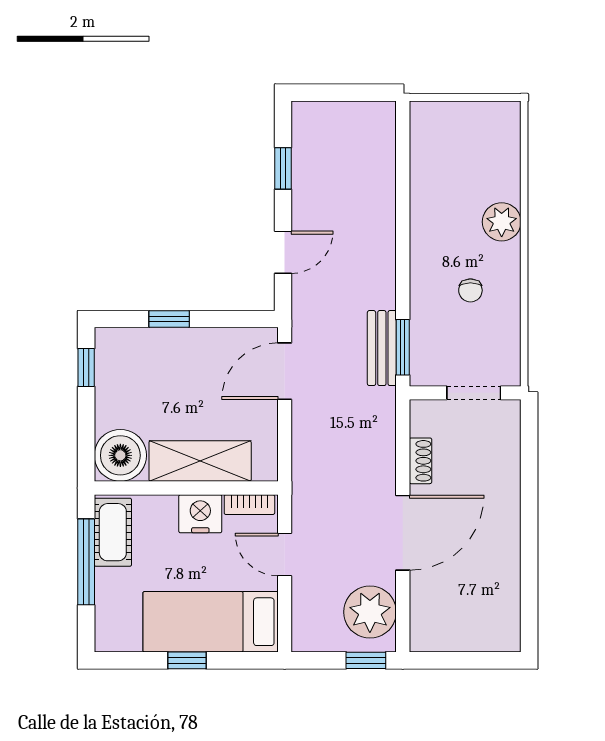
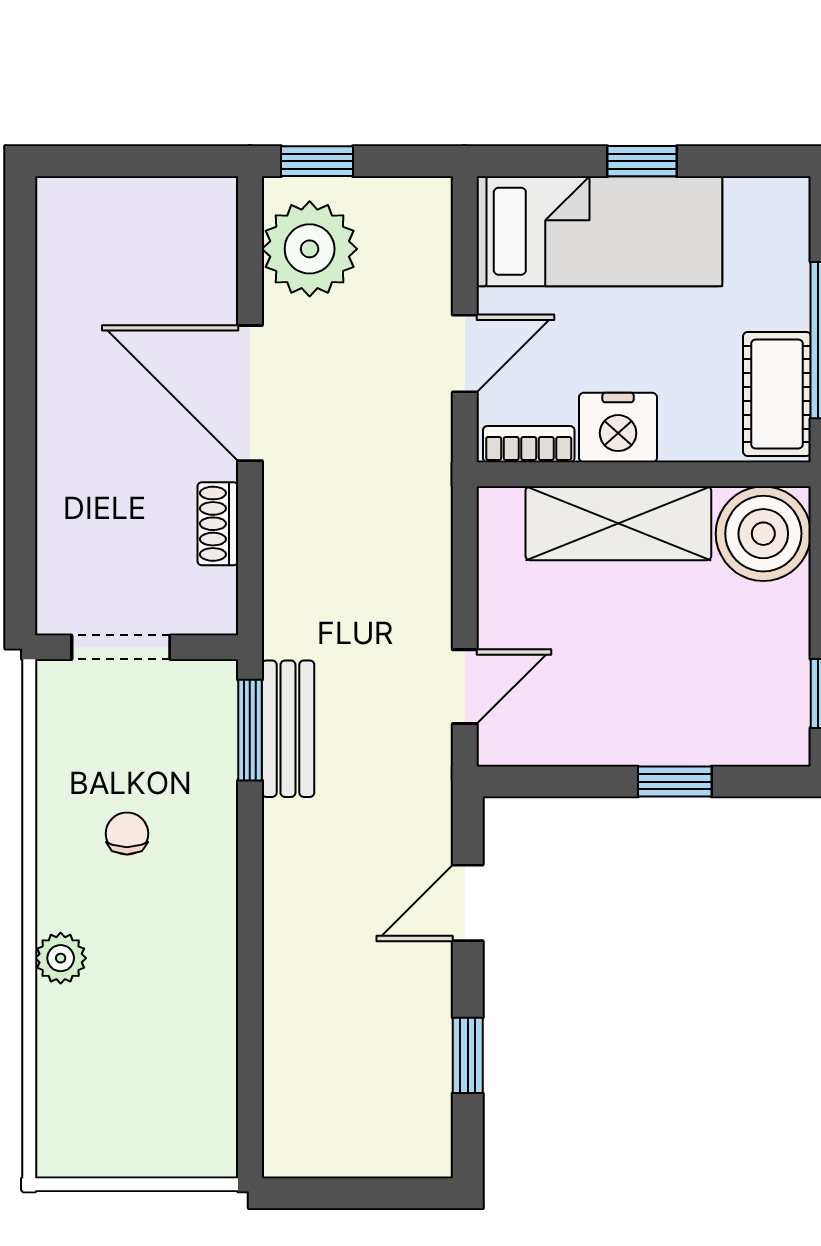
plant: (502, 222) -> (61, 958), width x0.73, depth x0.73
door: (285, 371) -> (465, 687), width x0.73
door: (403, 533) -> (250, 393), hinge flipped
door: (285, 555) -> (465, 353), hinge flipped

